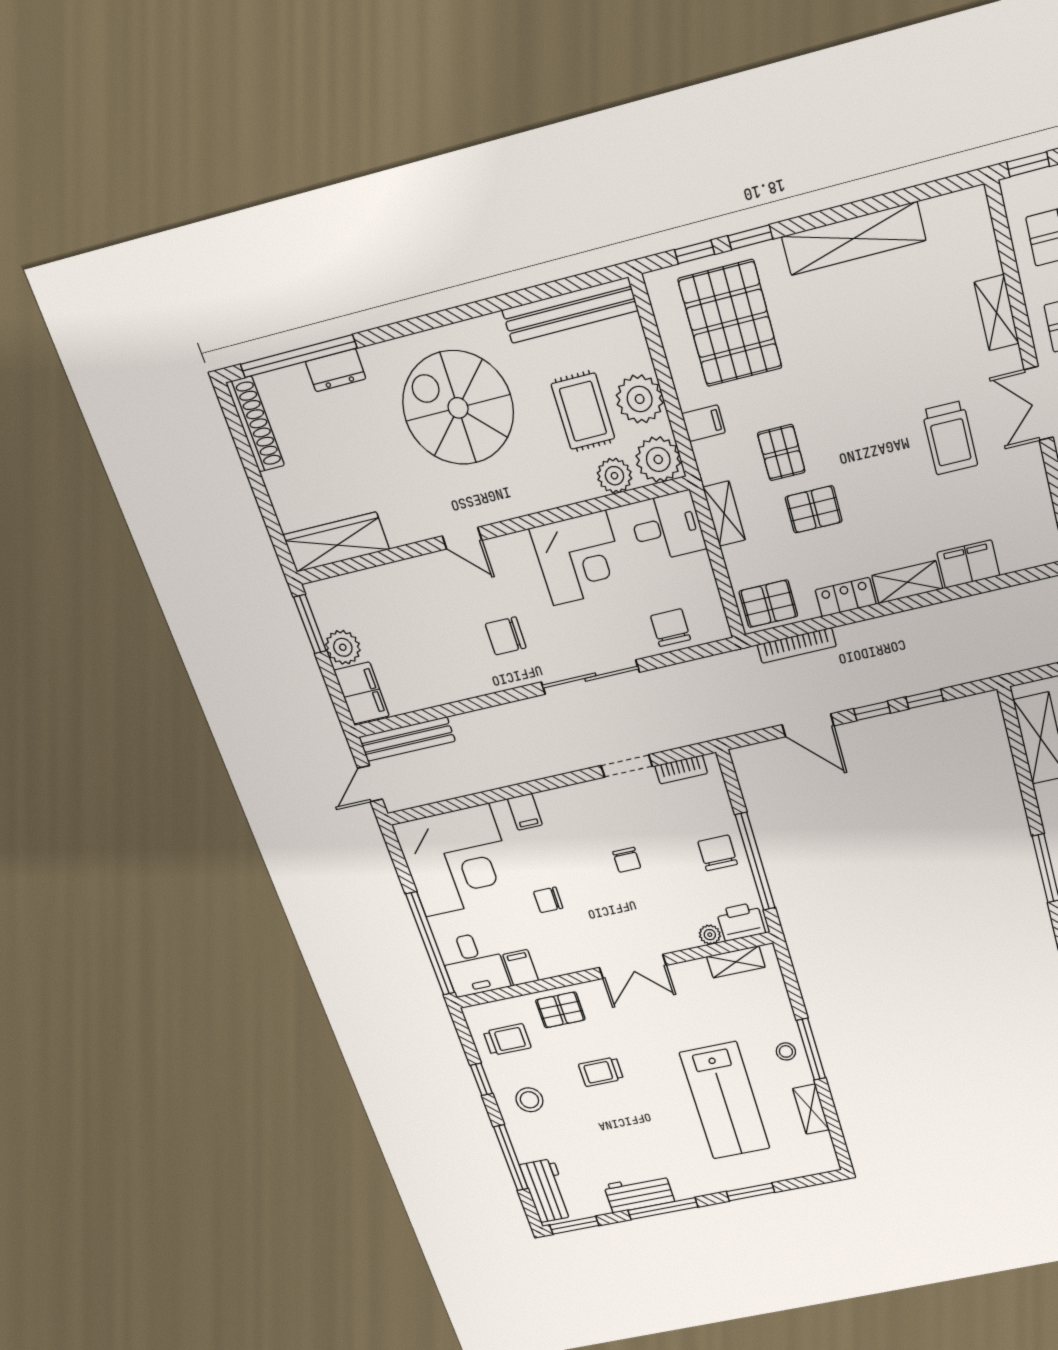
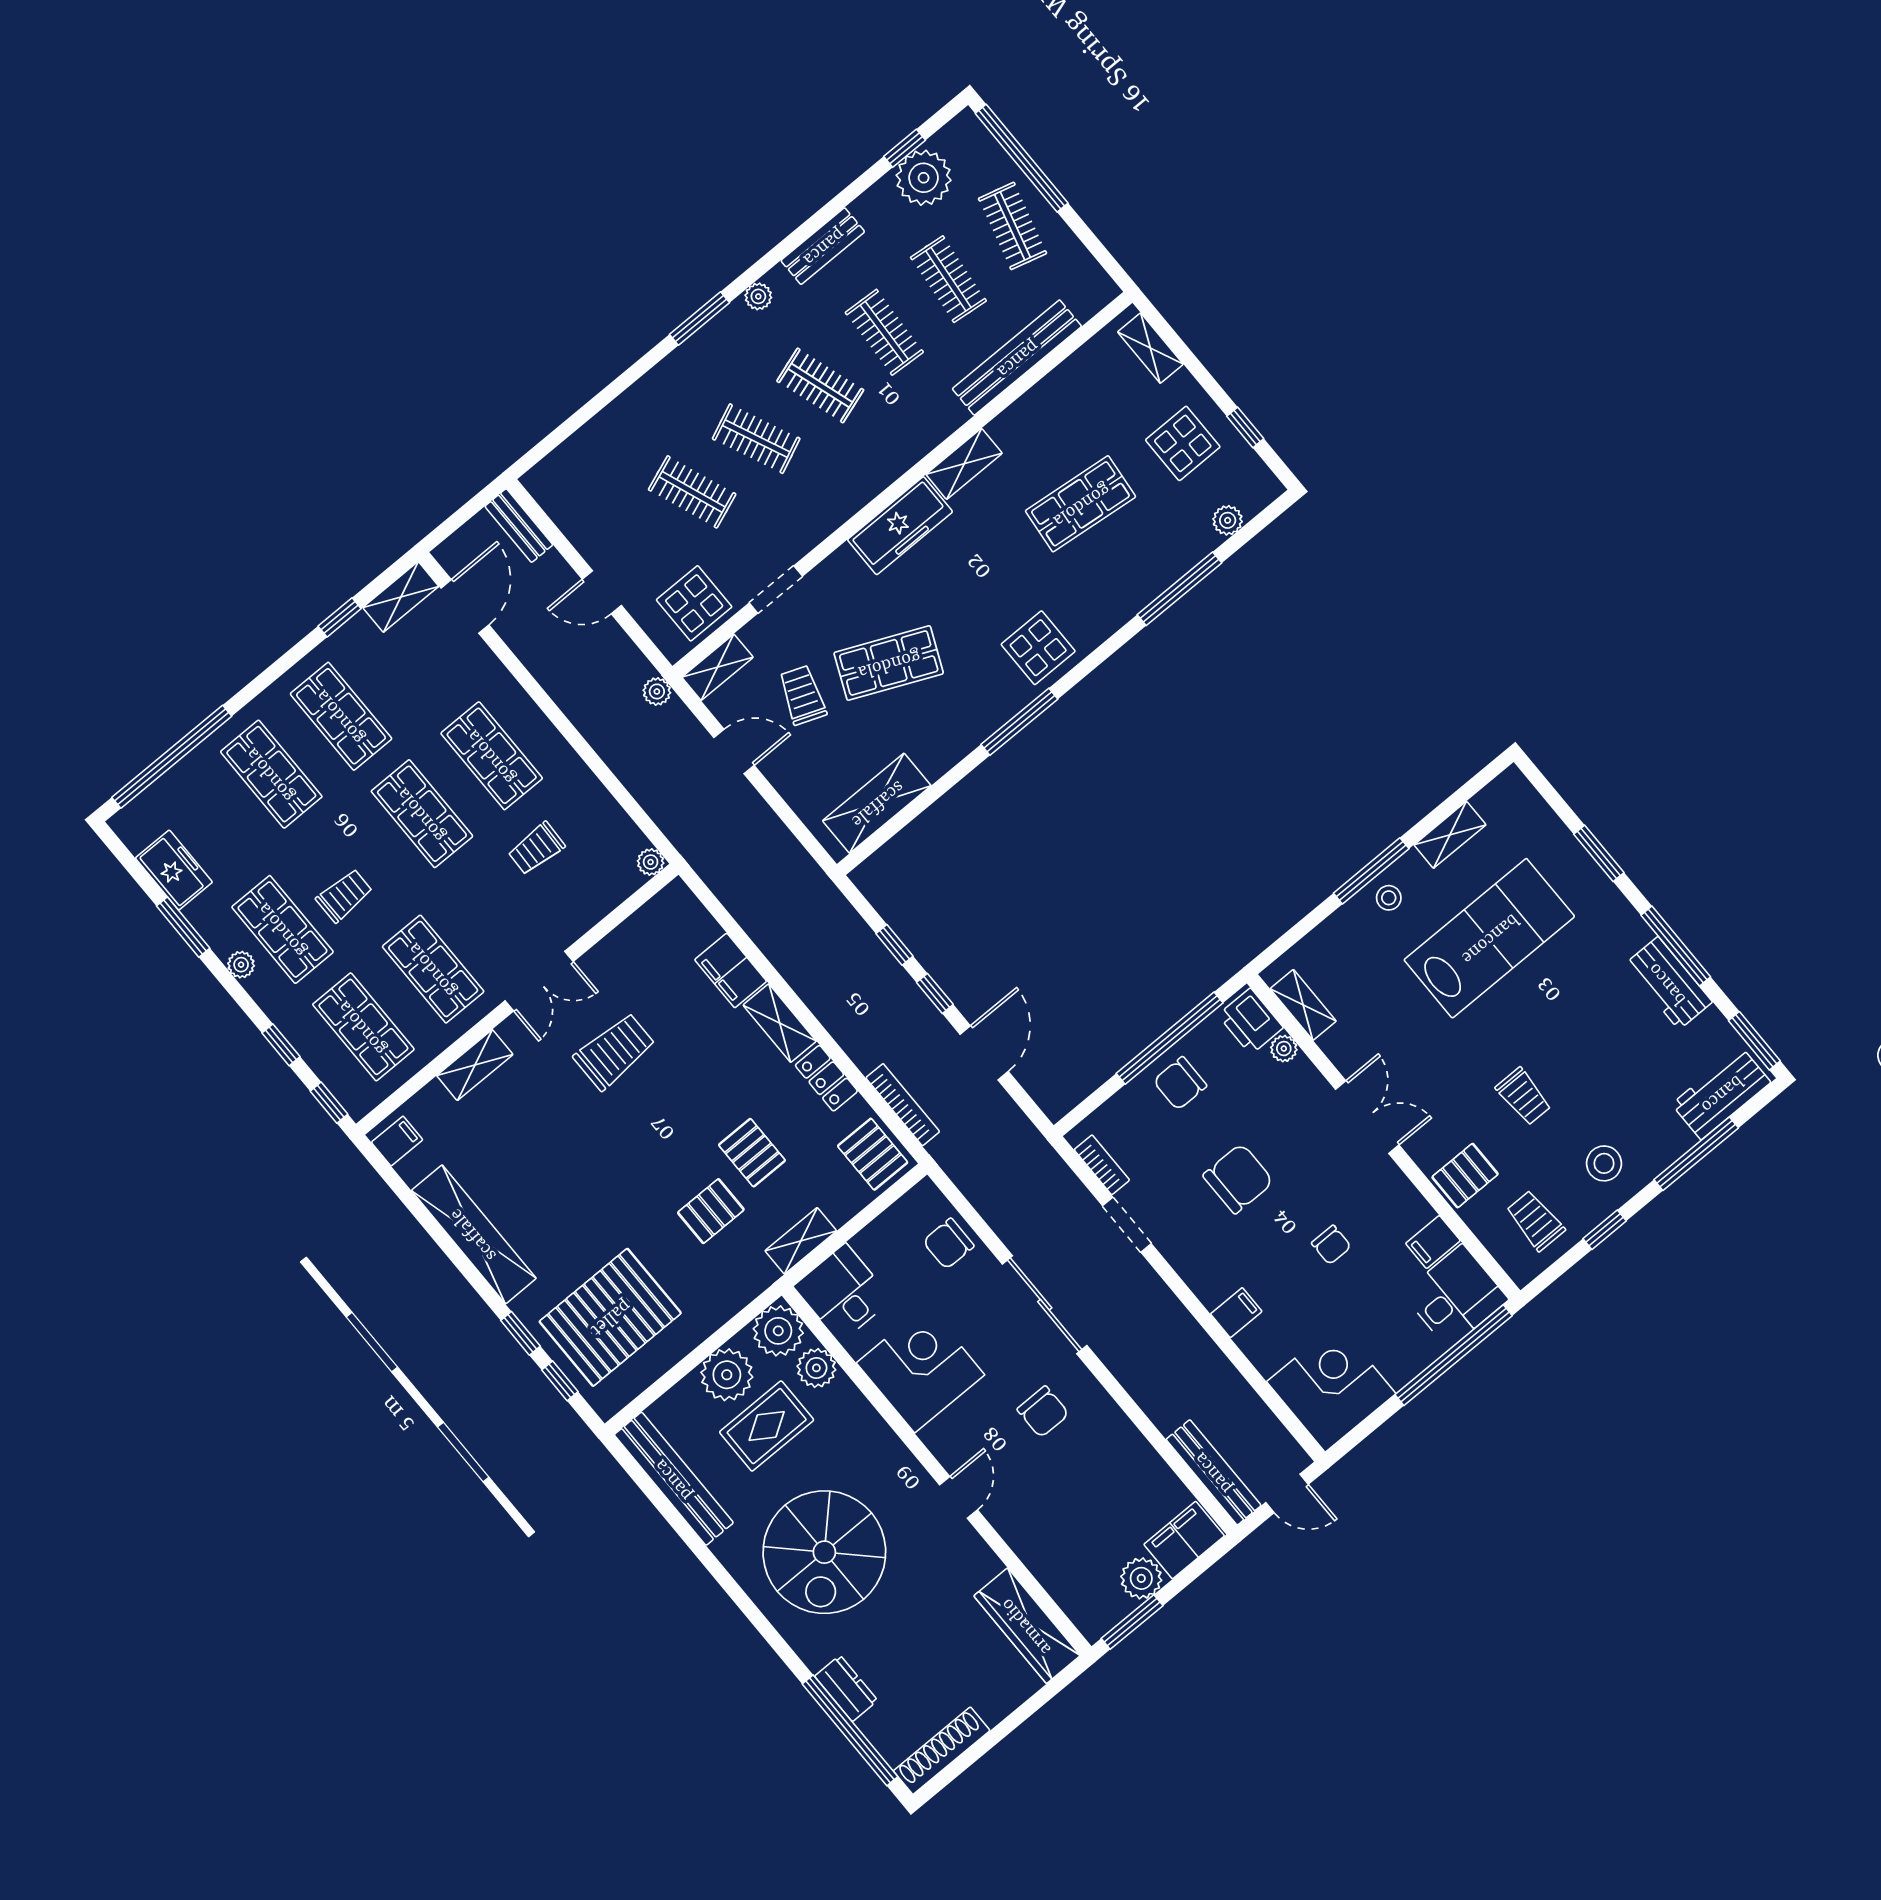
filing cabinet: (704, 423) -> (397, 1141), moved, turned 90
chair: (627, 860) -> (1238, 1179), width x1.87, depth x1.87
corner desk: (457, 861) -> (1331, 1388), width x0.74, depth x0.74
pallet: (560, 1010) -> (1465, 1176), turned 90

